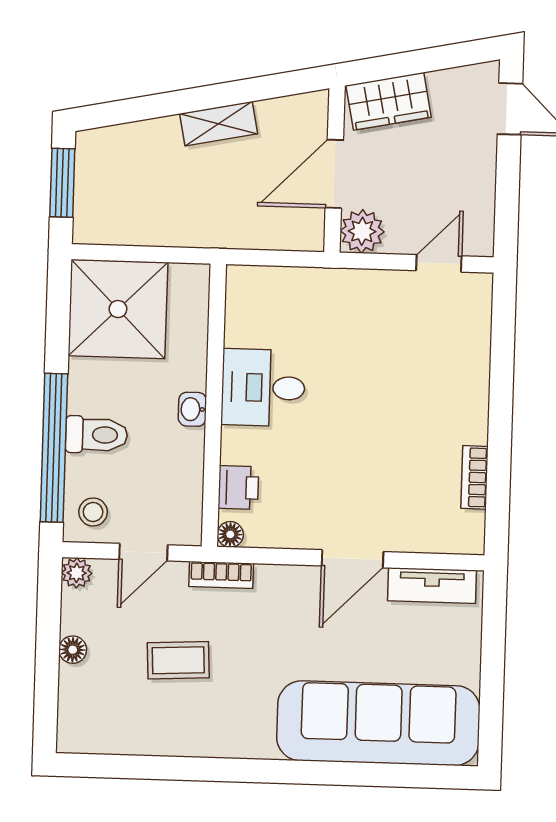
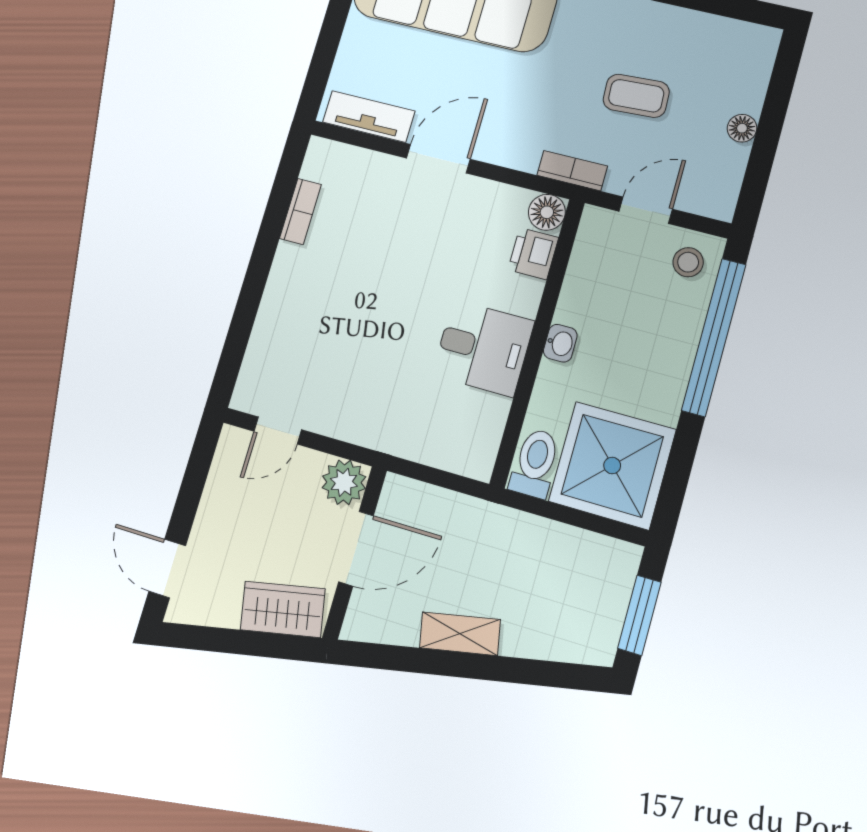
toilet: (96, 435) -> (535, 463), moved, turned 90
floor lamp: (230, 534) -> (547, 212), width x1.37, depth x1.37
plant: (77, 573) -> (720, 204), removed

